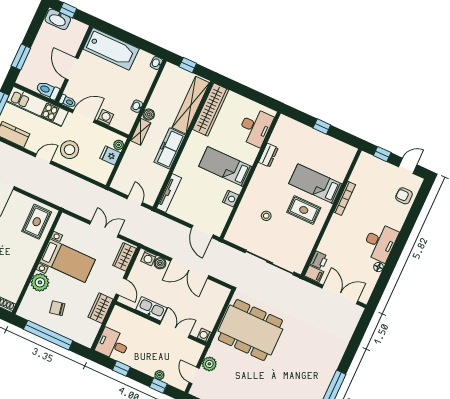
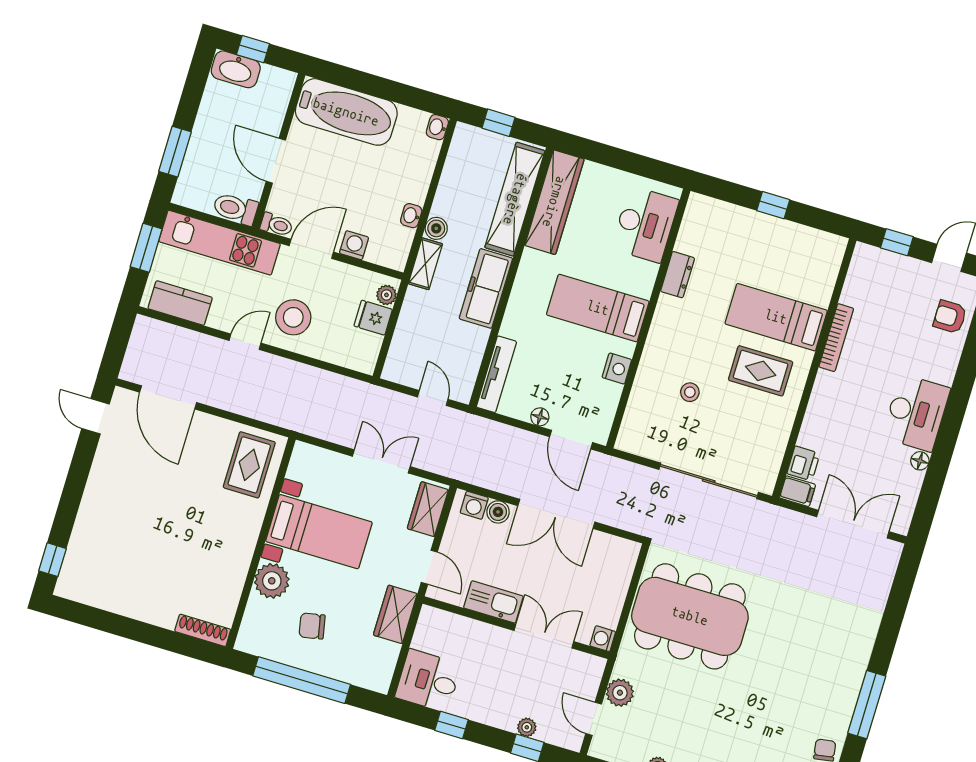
floor lamp: (188, 218) -> (540, 417), added

